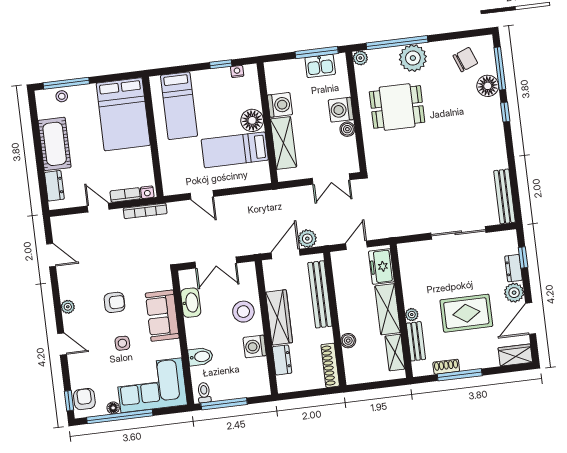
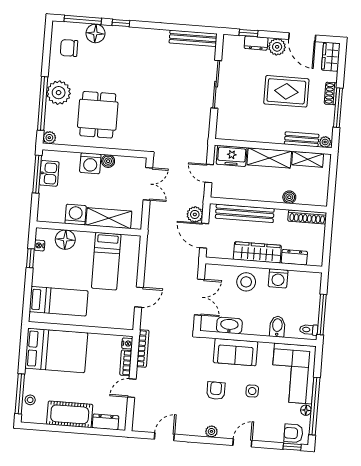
chair: (465, 60) -> (69, 48), turned -69
floor lamp: (252, 120) -> (65, 240), moved
rug: (466, 313) -> (286, 91), turned 90
plant: (412, 315) -> (325, 142), moved
shoe rack: (446, 367) -> (331, 93), moved

